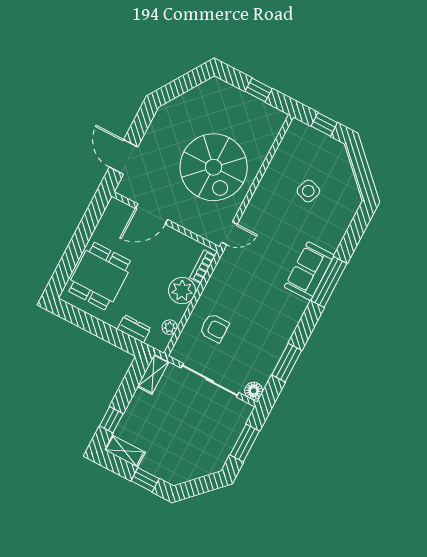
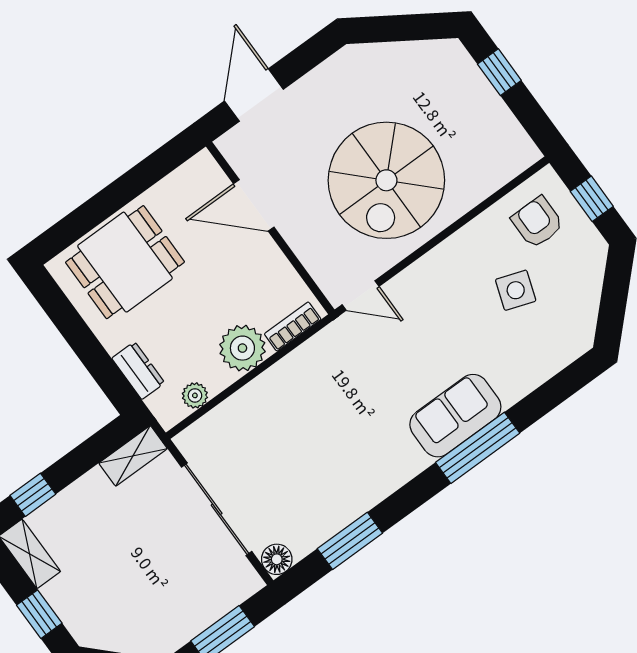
window: (259, 90) -> (499, 72), moved
armchair: (214, 328) -> (537, 222), moved, turned 180

